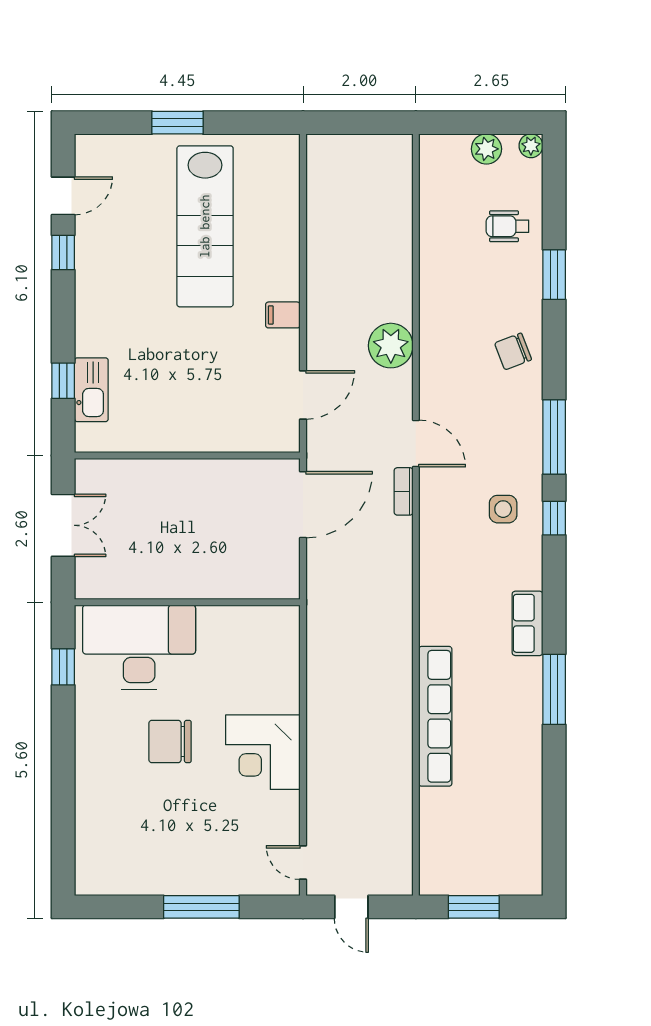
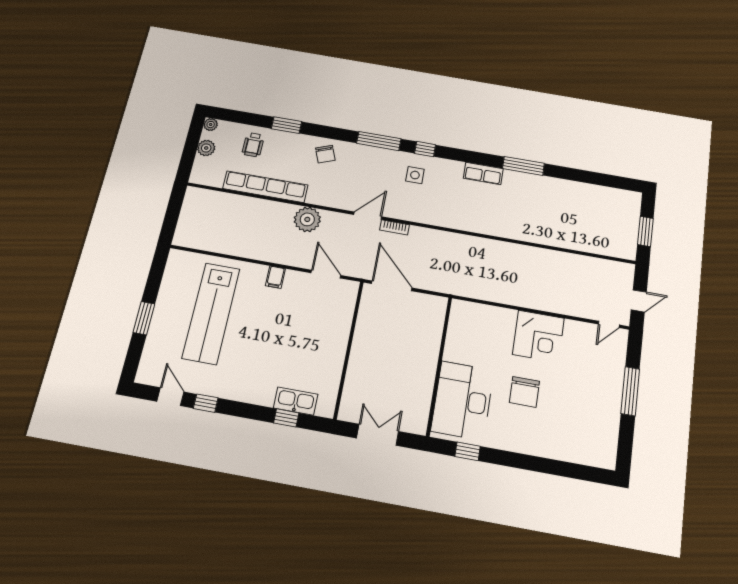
lab bench: (205, 226) -> (211, 313), turned 90
row of seats: (435, 716) -> (265, 187), moved

